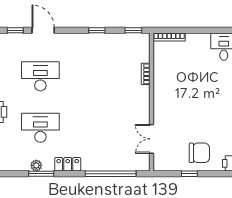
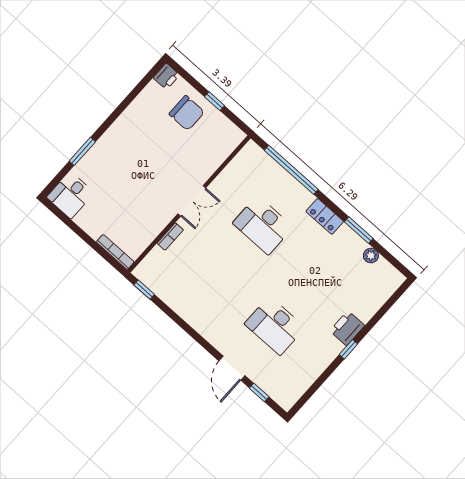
window: (97, 30) -> (180, 321), removed
desk: (40, 128) -> (263, 225), moved
double door: (152, 139) -> (192, 201), moved
chair: (199, 153) -> (187, 113), turned 180
plant: (36, 165) -> (371, 256), moved

